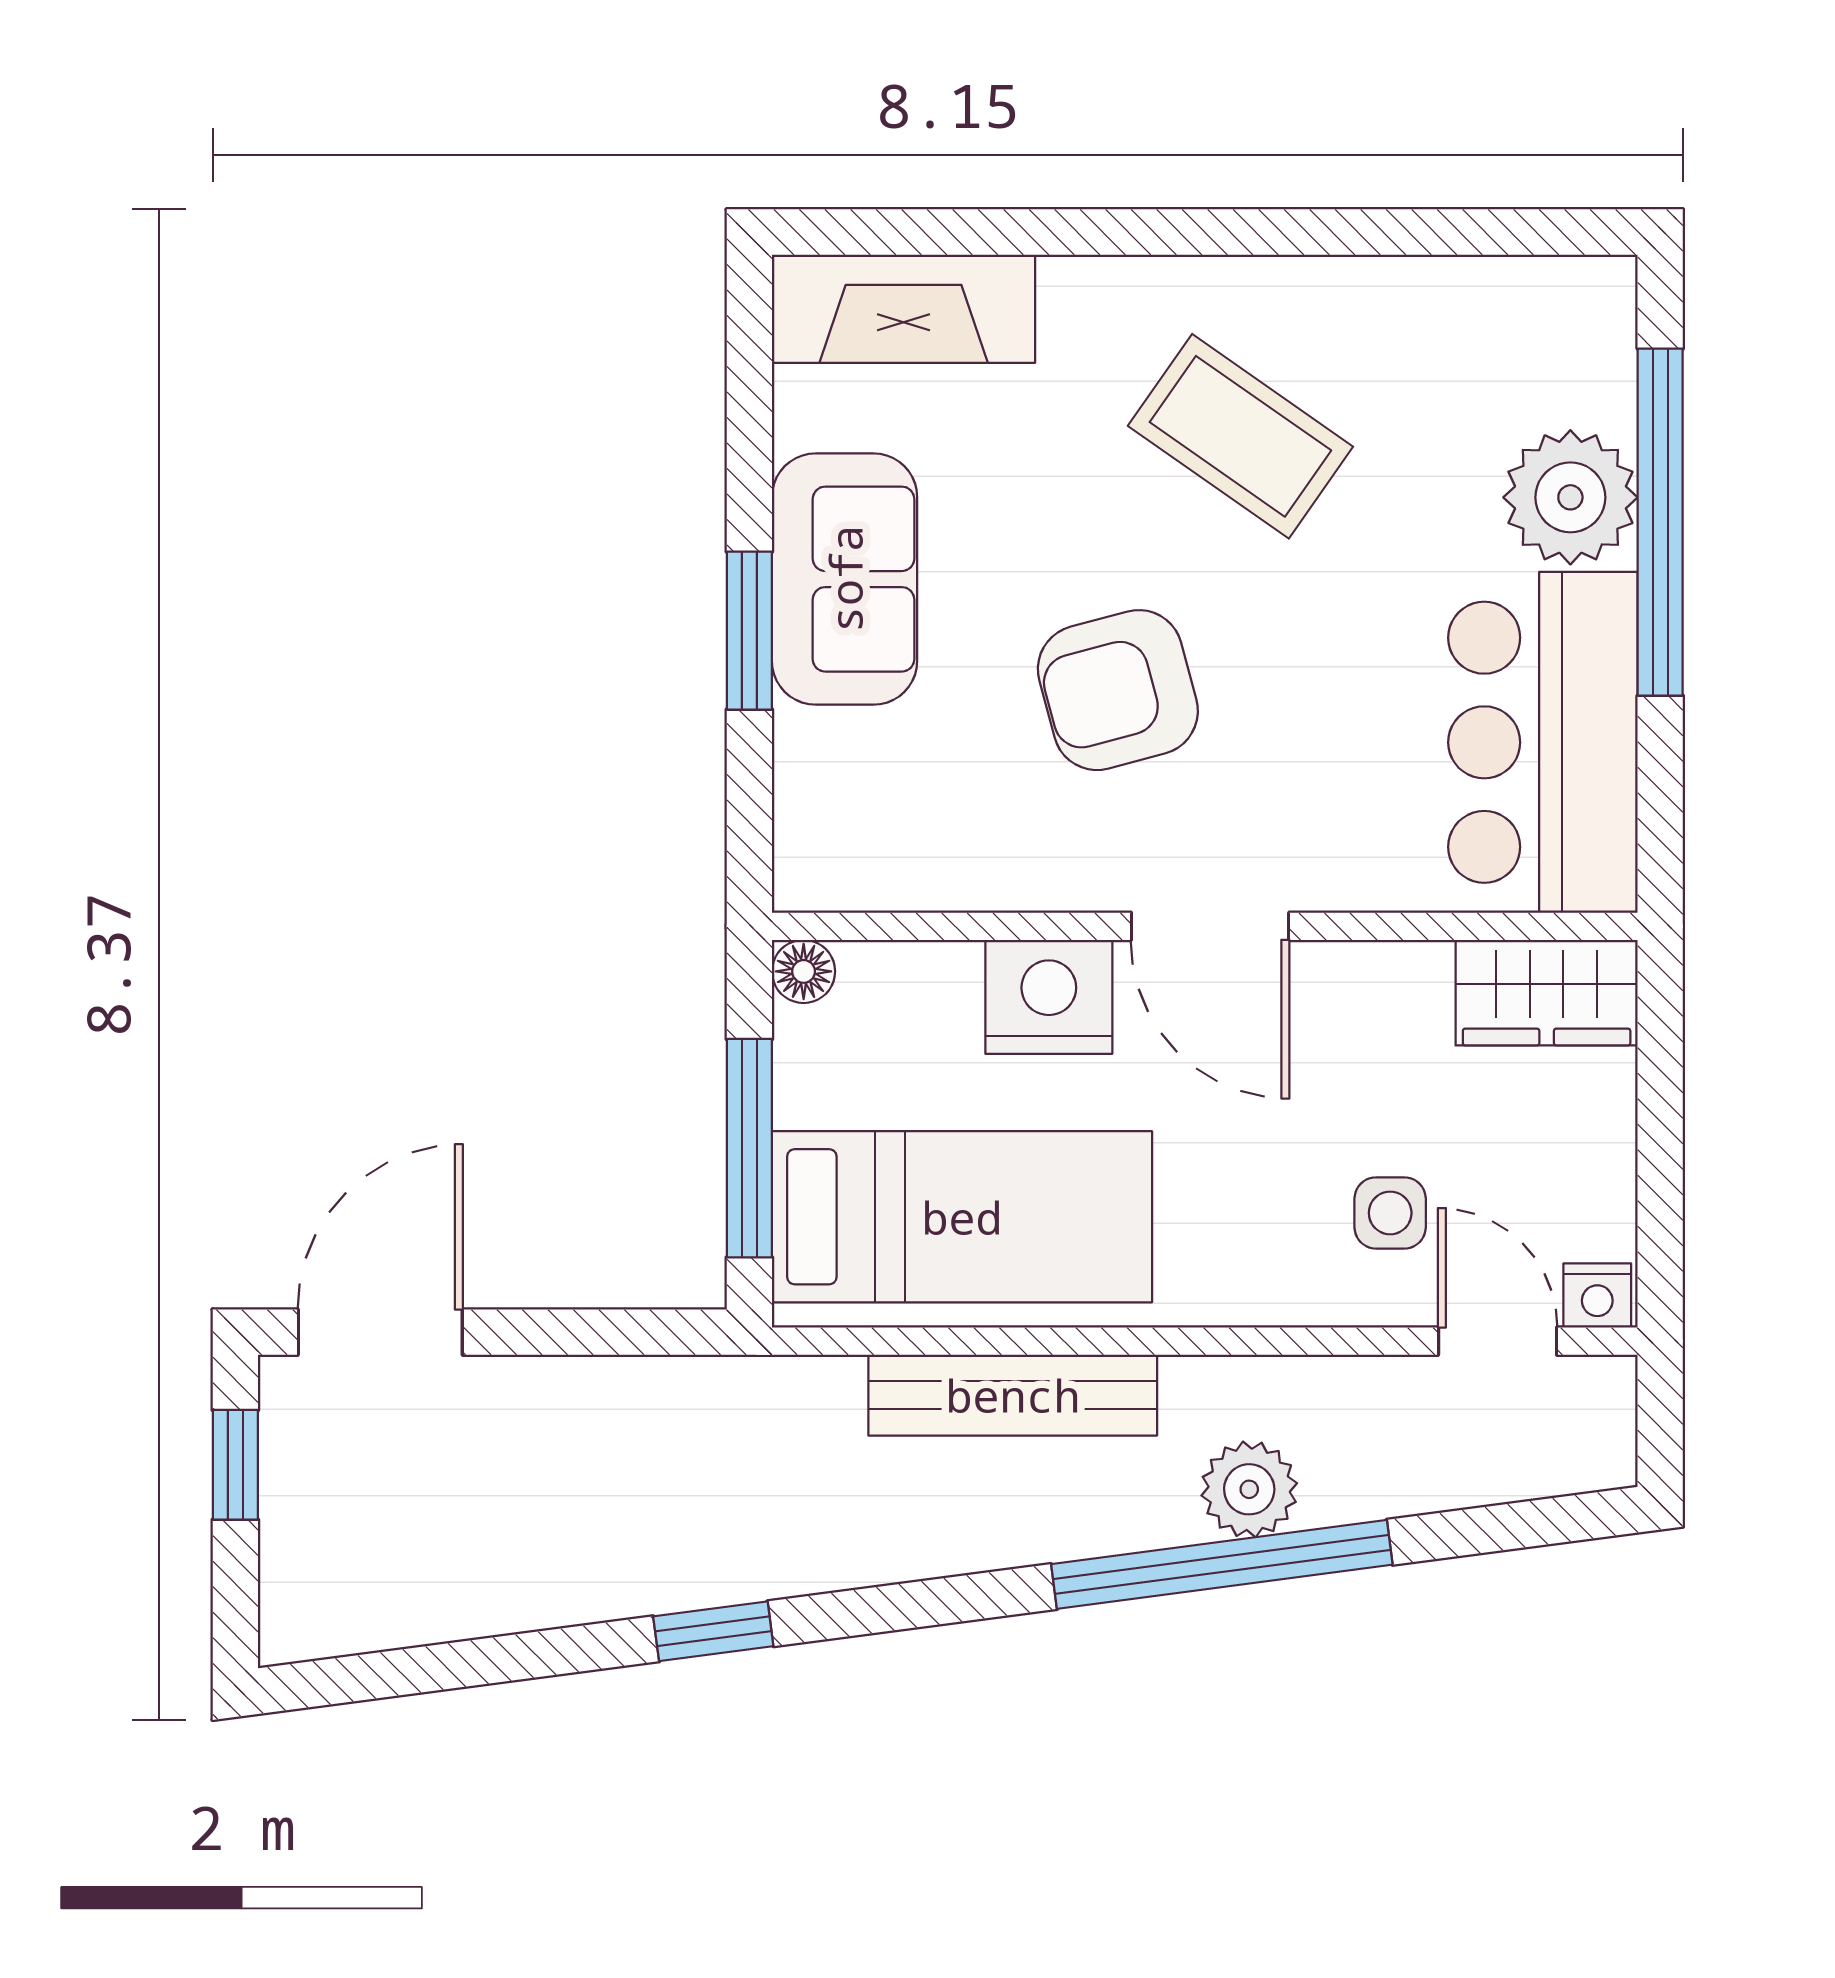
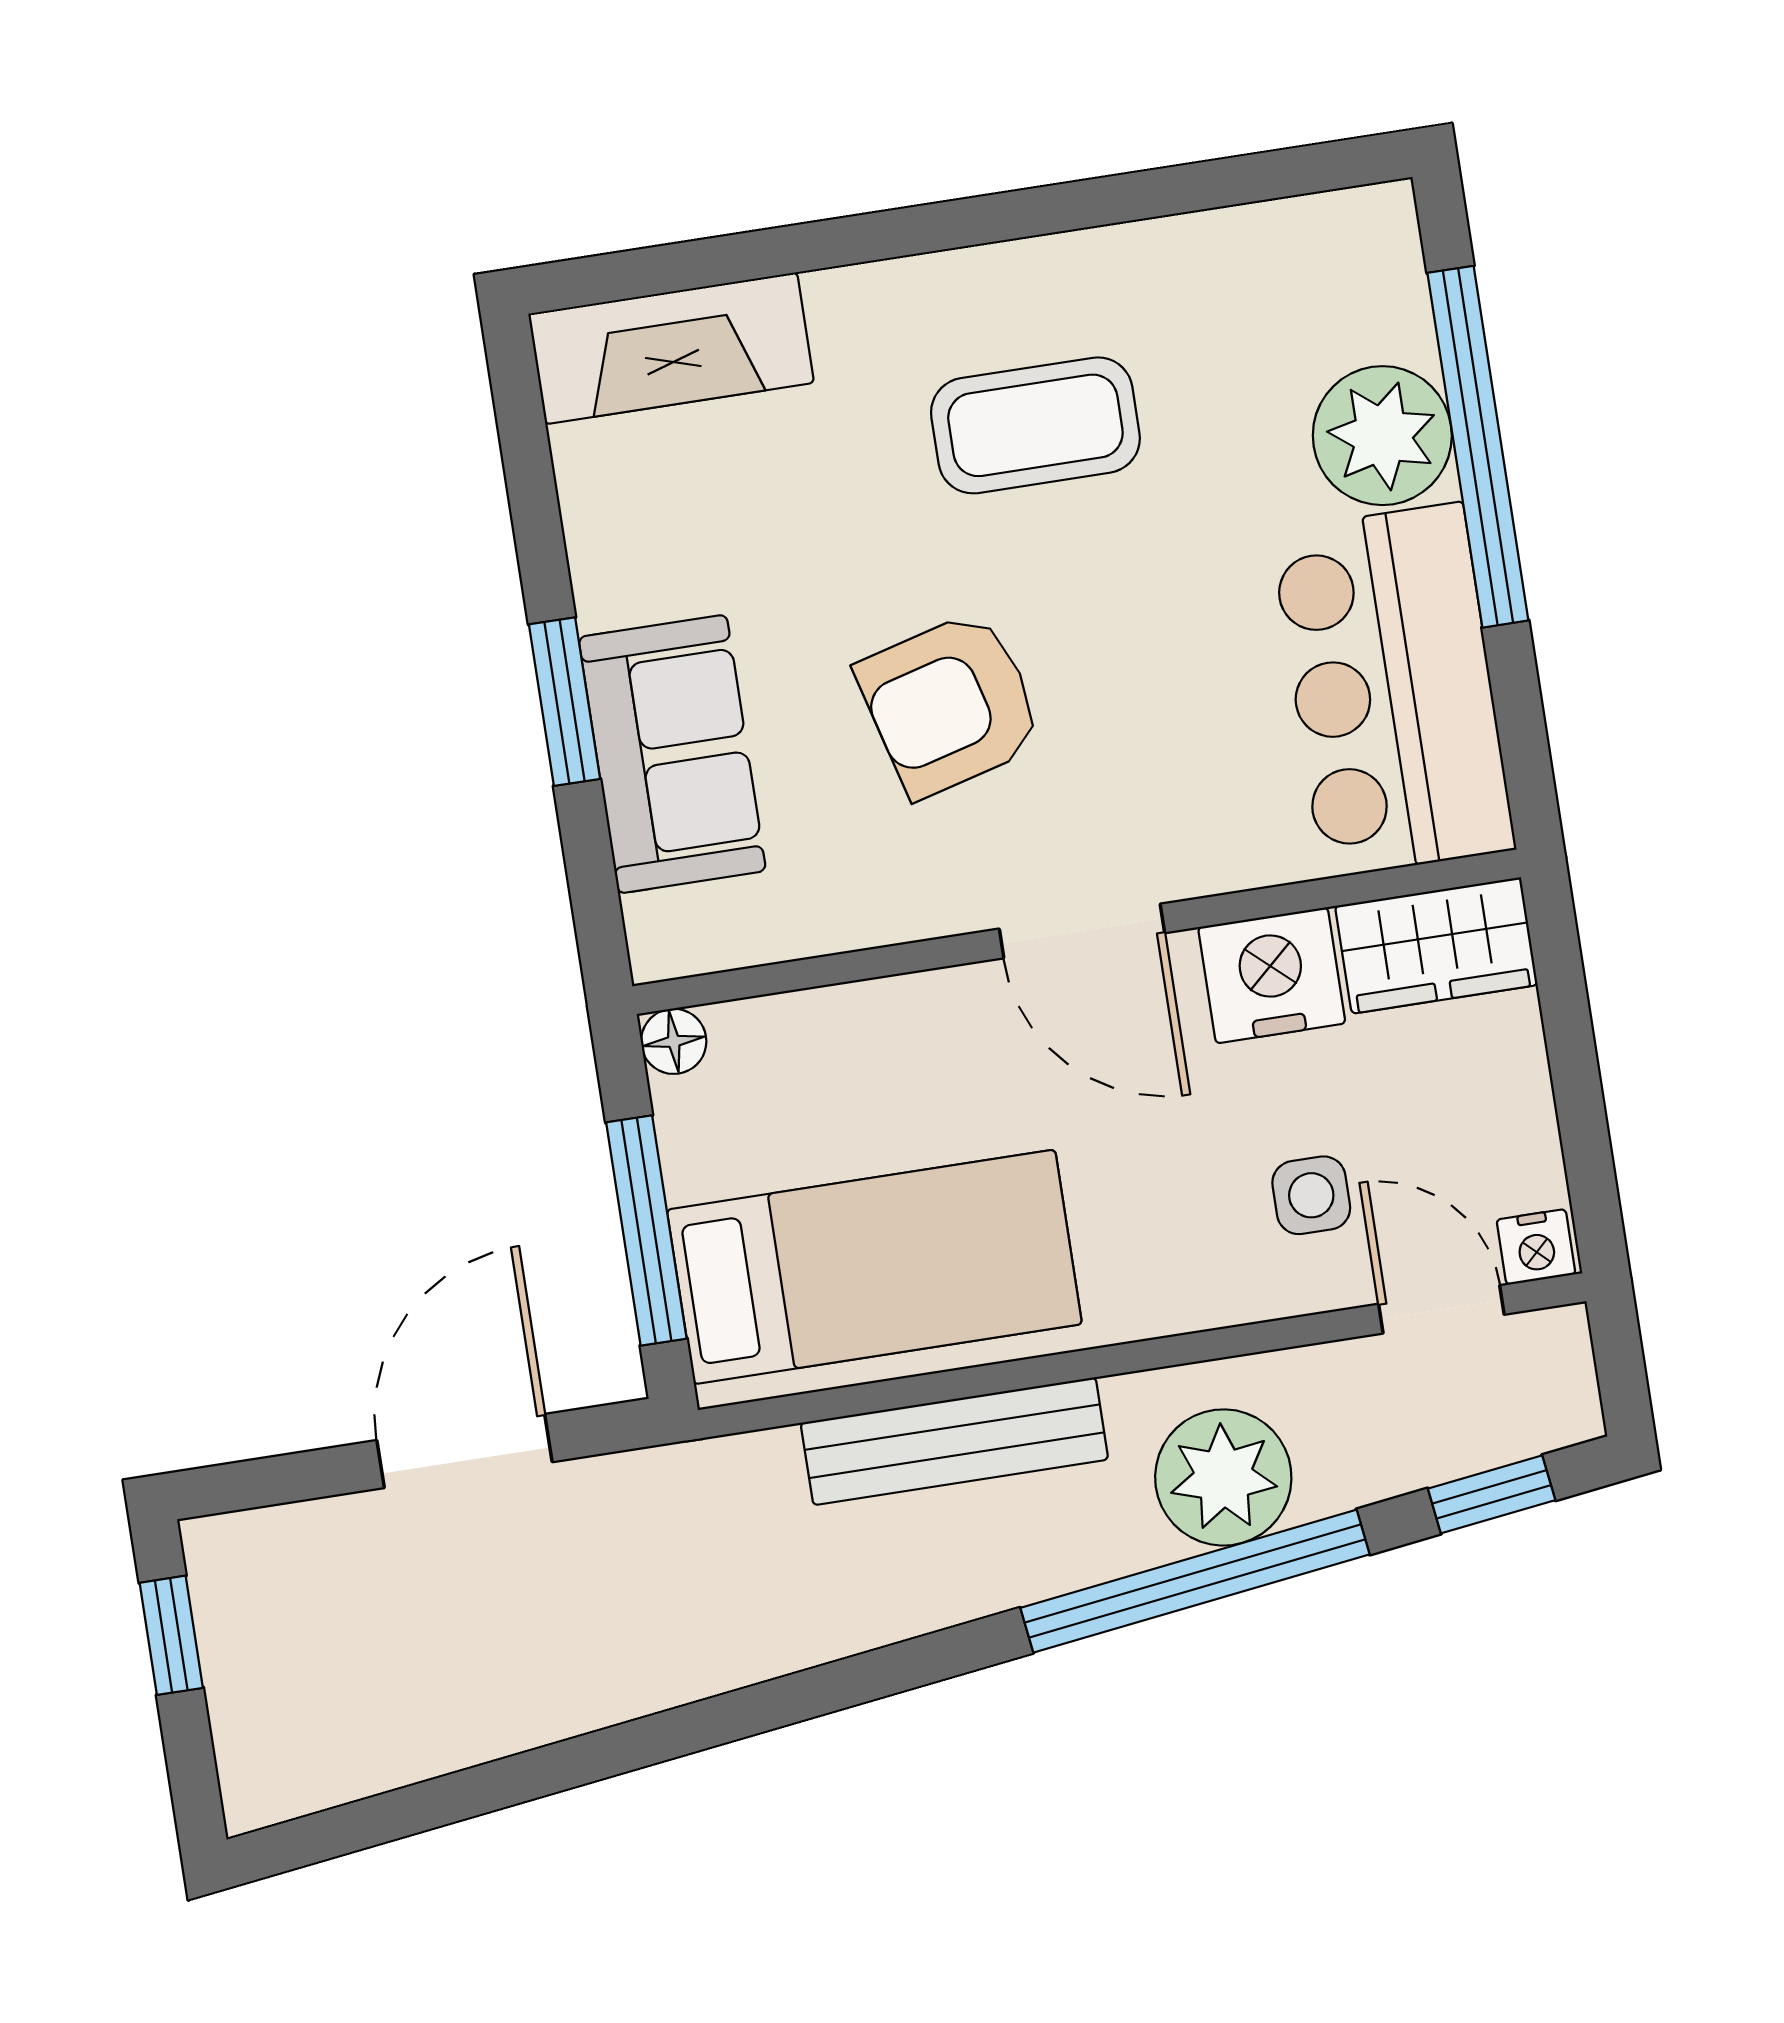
coffee table: (1240, 436) -> (1035, 425), turned -35
sofa: (845, 579) -> (672, 754), moved
nightstand: (1049, 997) -> (1272, 975), moved
door: (380, 1332) -> (464, 1451), moved
plant: (1249, 1489) -> (1223, 1477), width x1.36, depth x1.36
window: (713, 1631) -> (1492, 1494), moved

